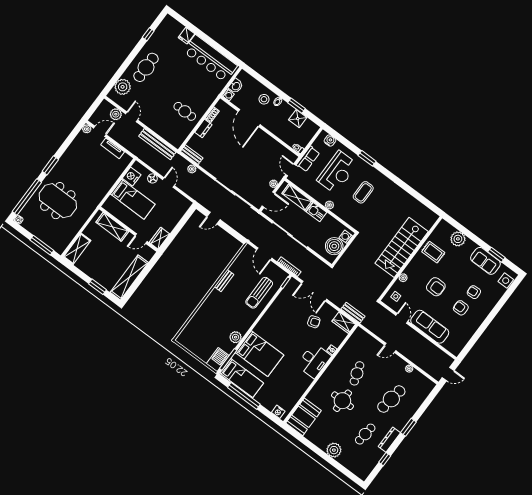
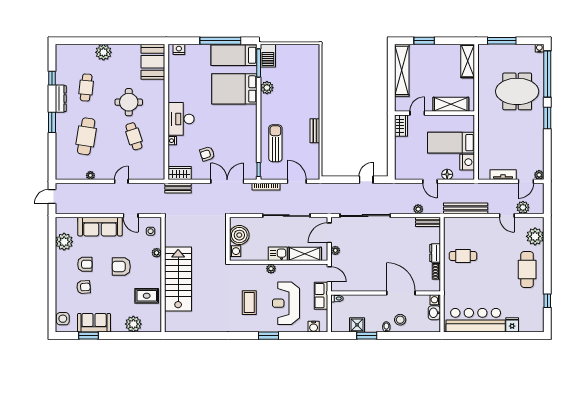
plant: (463, 335) -> (64, 242), added

